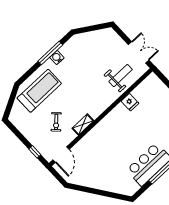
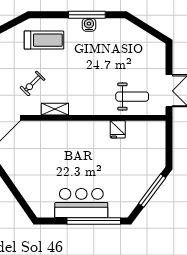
treadmill: (39, 91) -> (44, 40), width x0.73, depth x0.73

